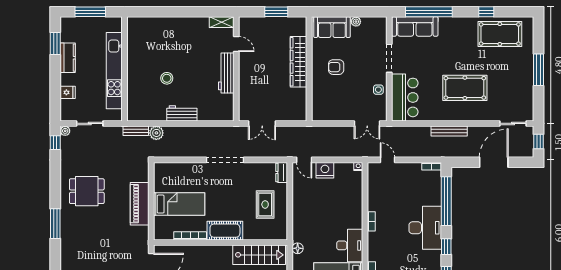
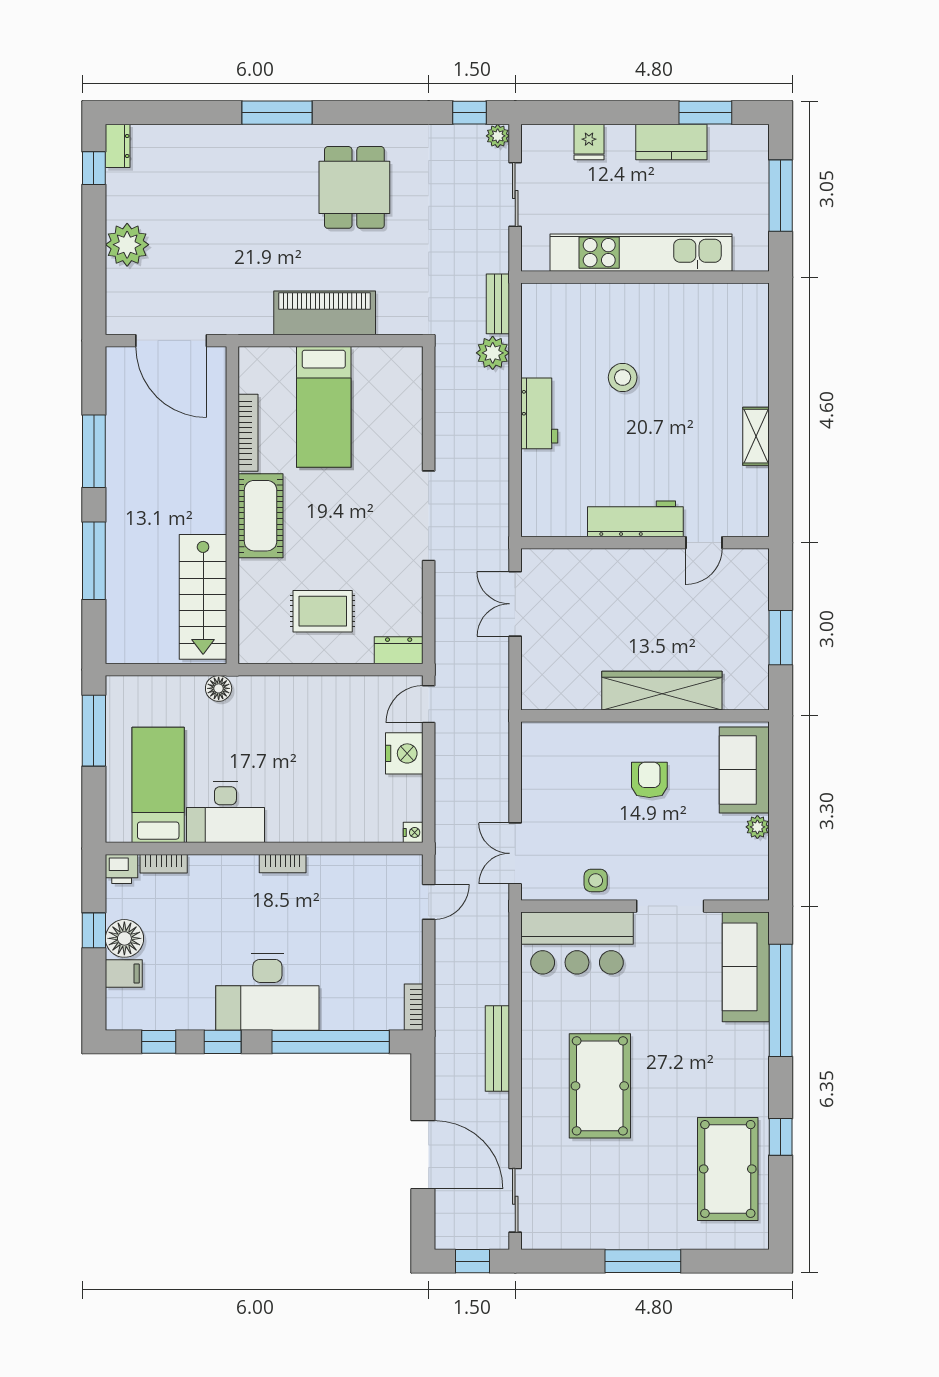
shelving: (222, 22) -> (756, 436), moved

